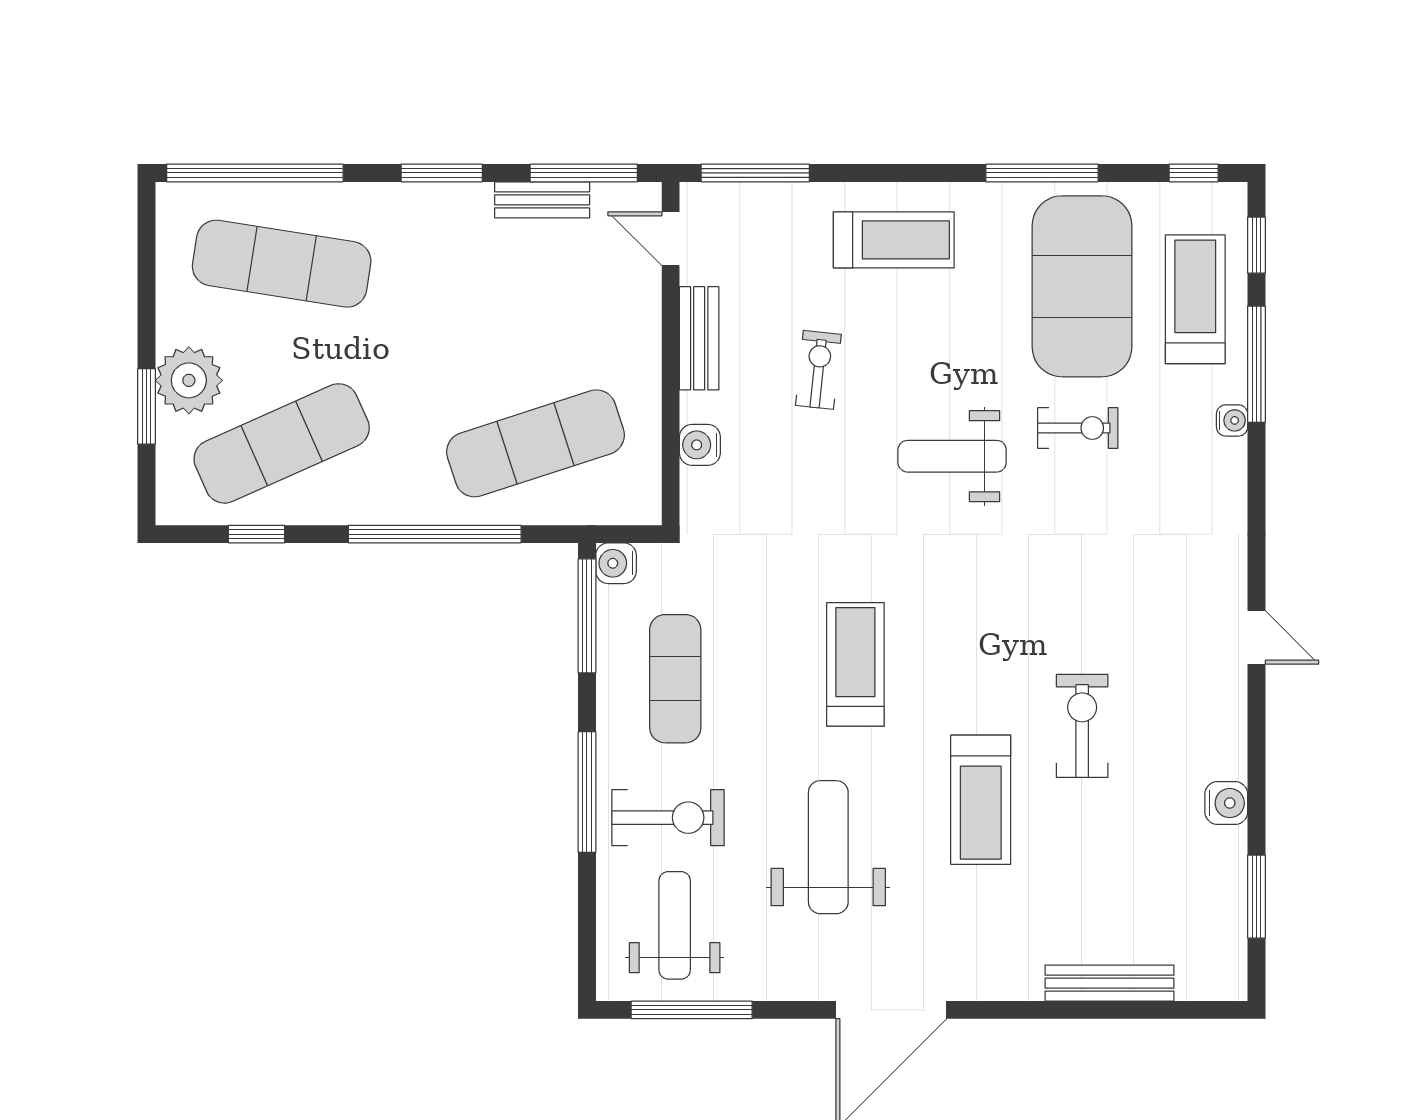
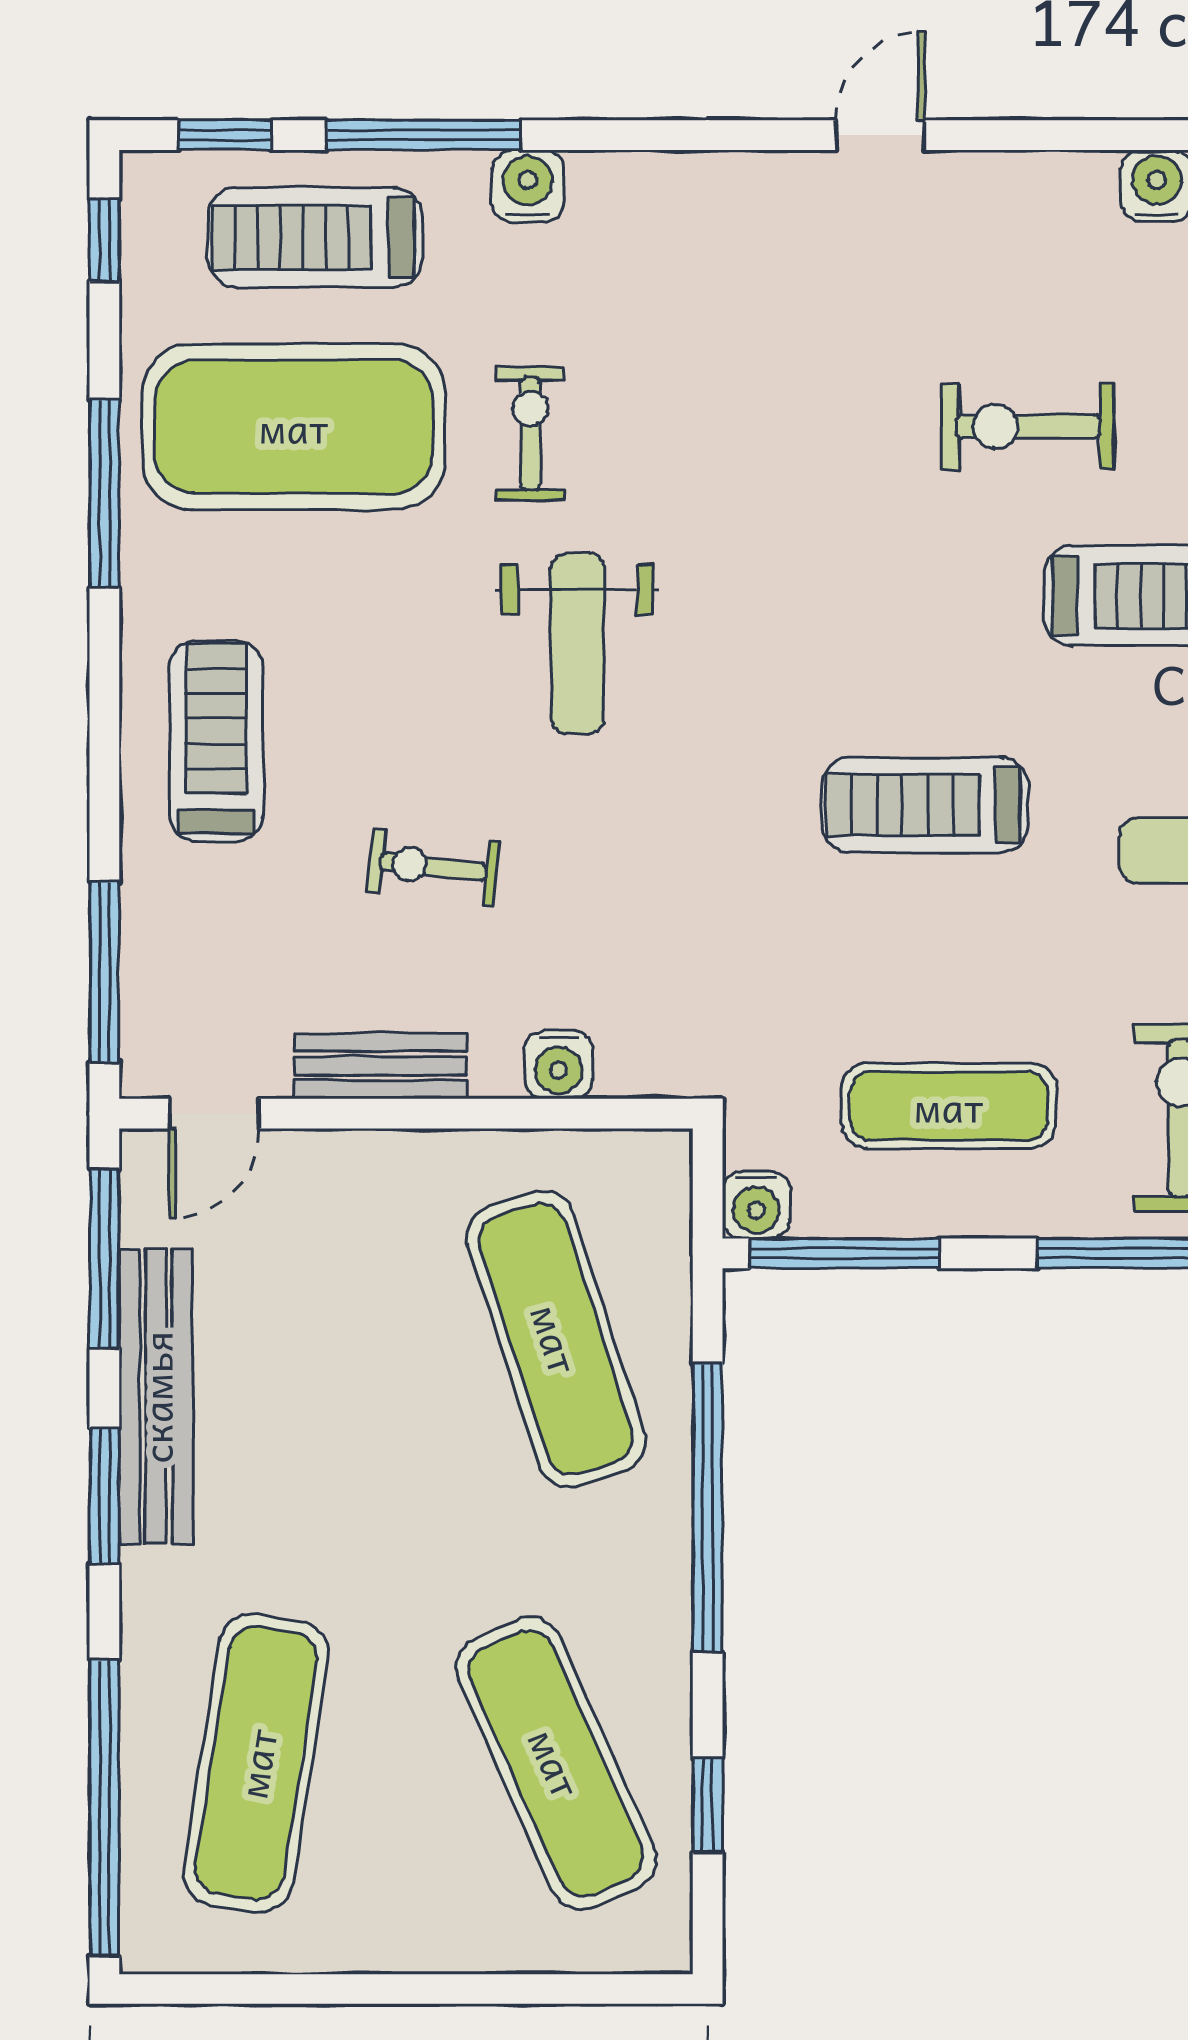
bench: (542, 200) -> (156, 1397), width x1.86, depth x1.21
plant: (189, 380) -> (451, 1918), removed
window: (146, 406) -> (494, 1989), removed
water cooler: (1232, 420) -> (528, 186), width x1.38, depth x1.38

